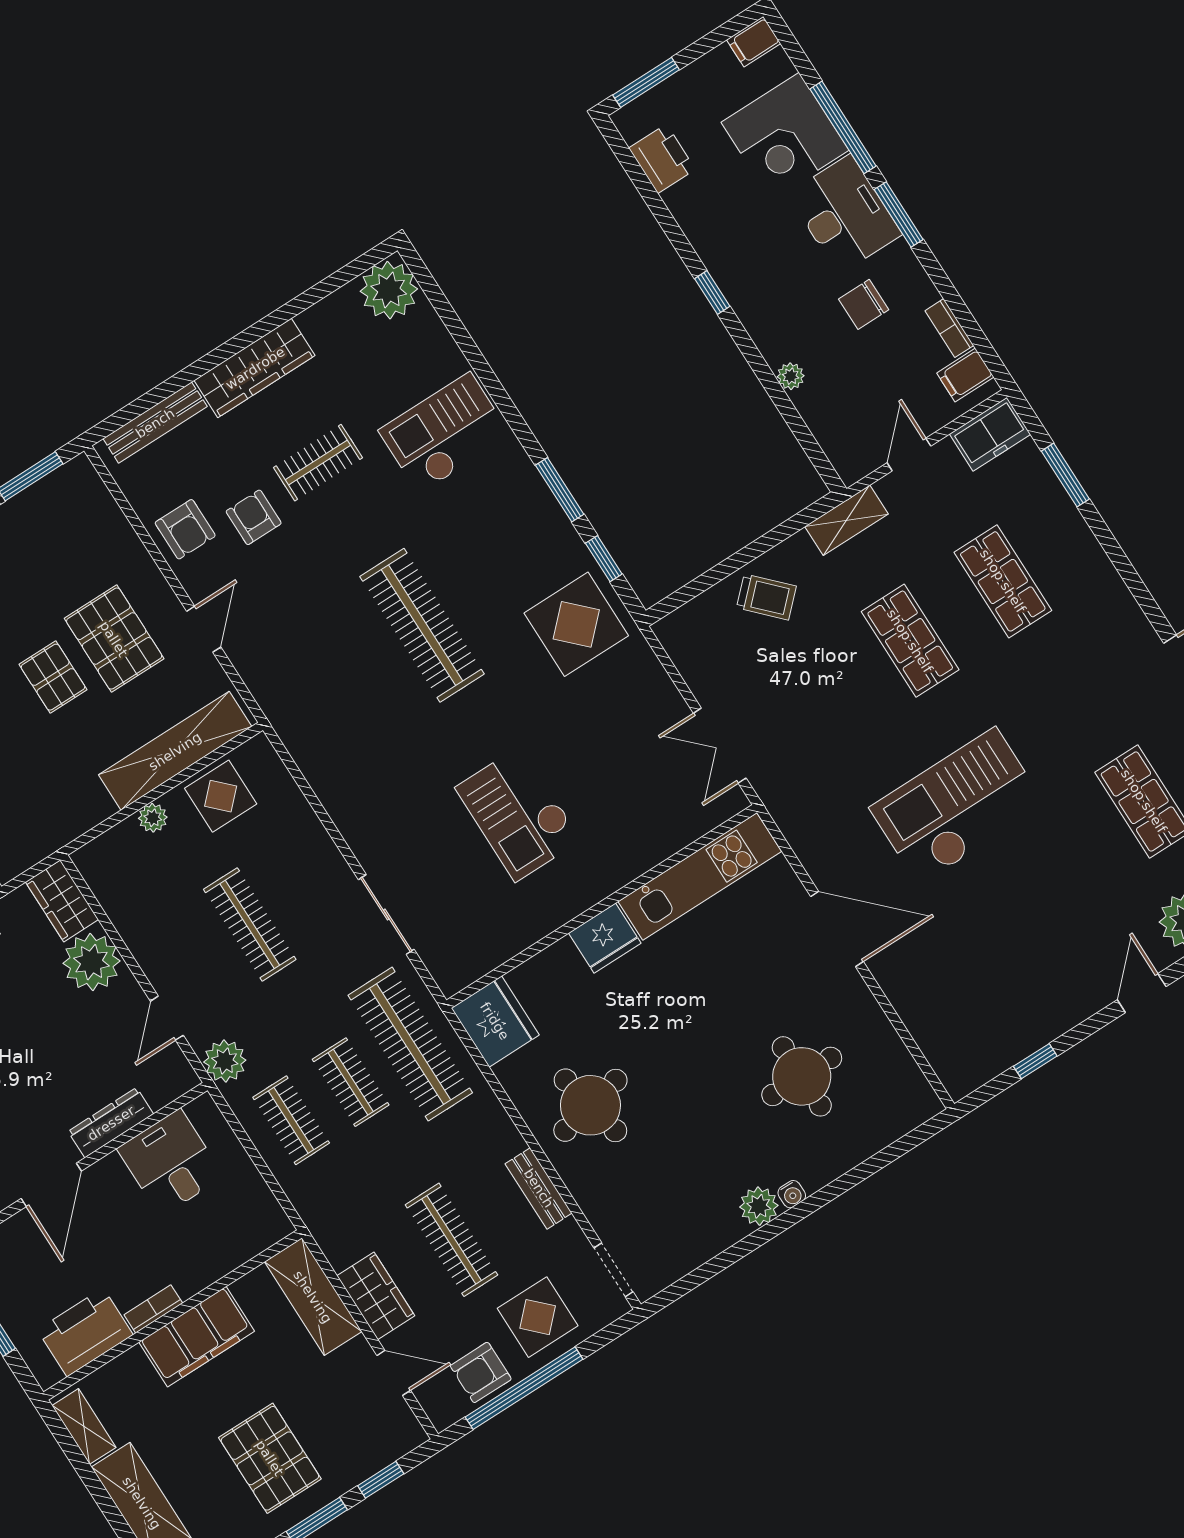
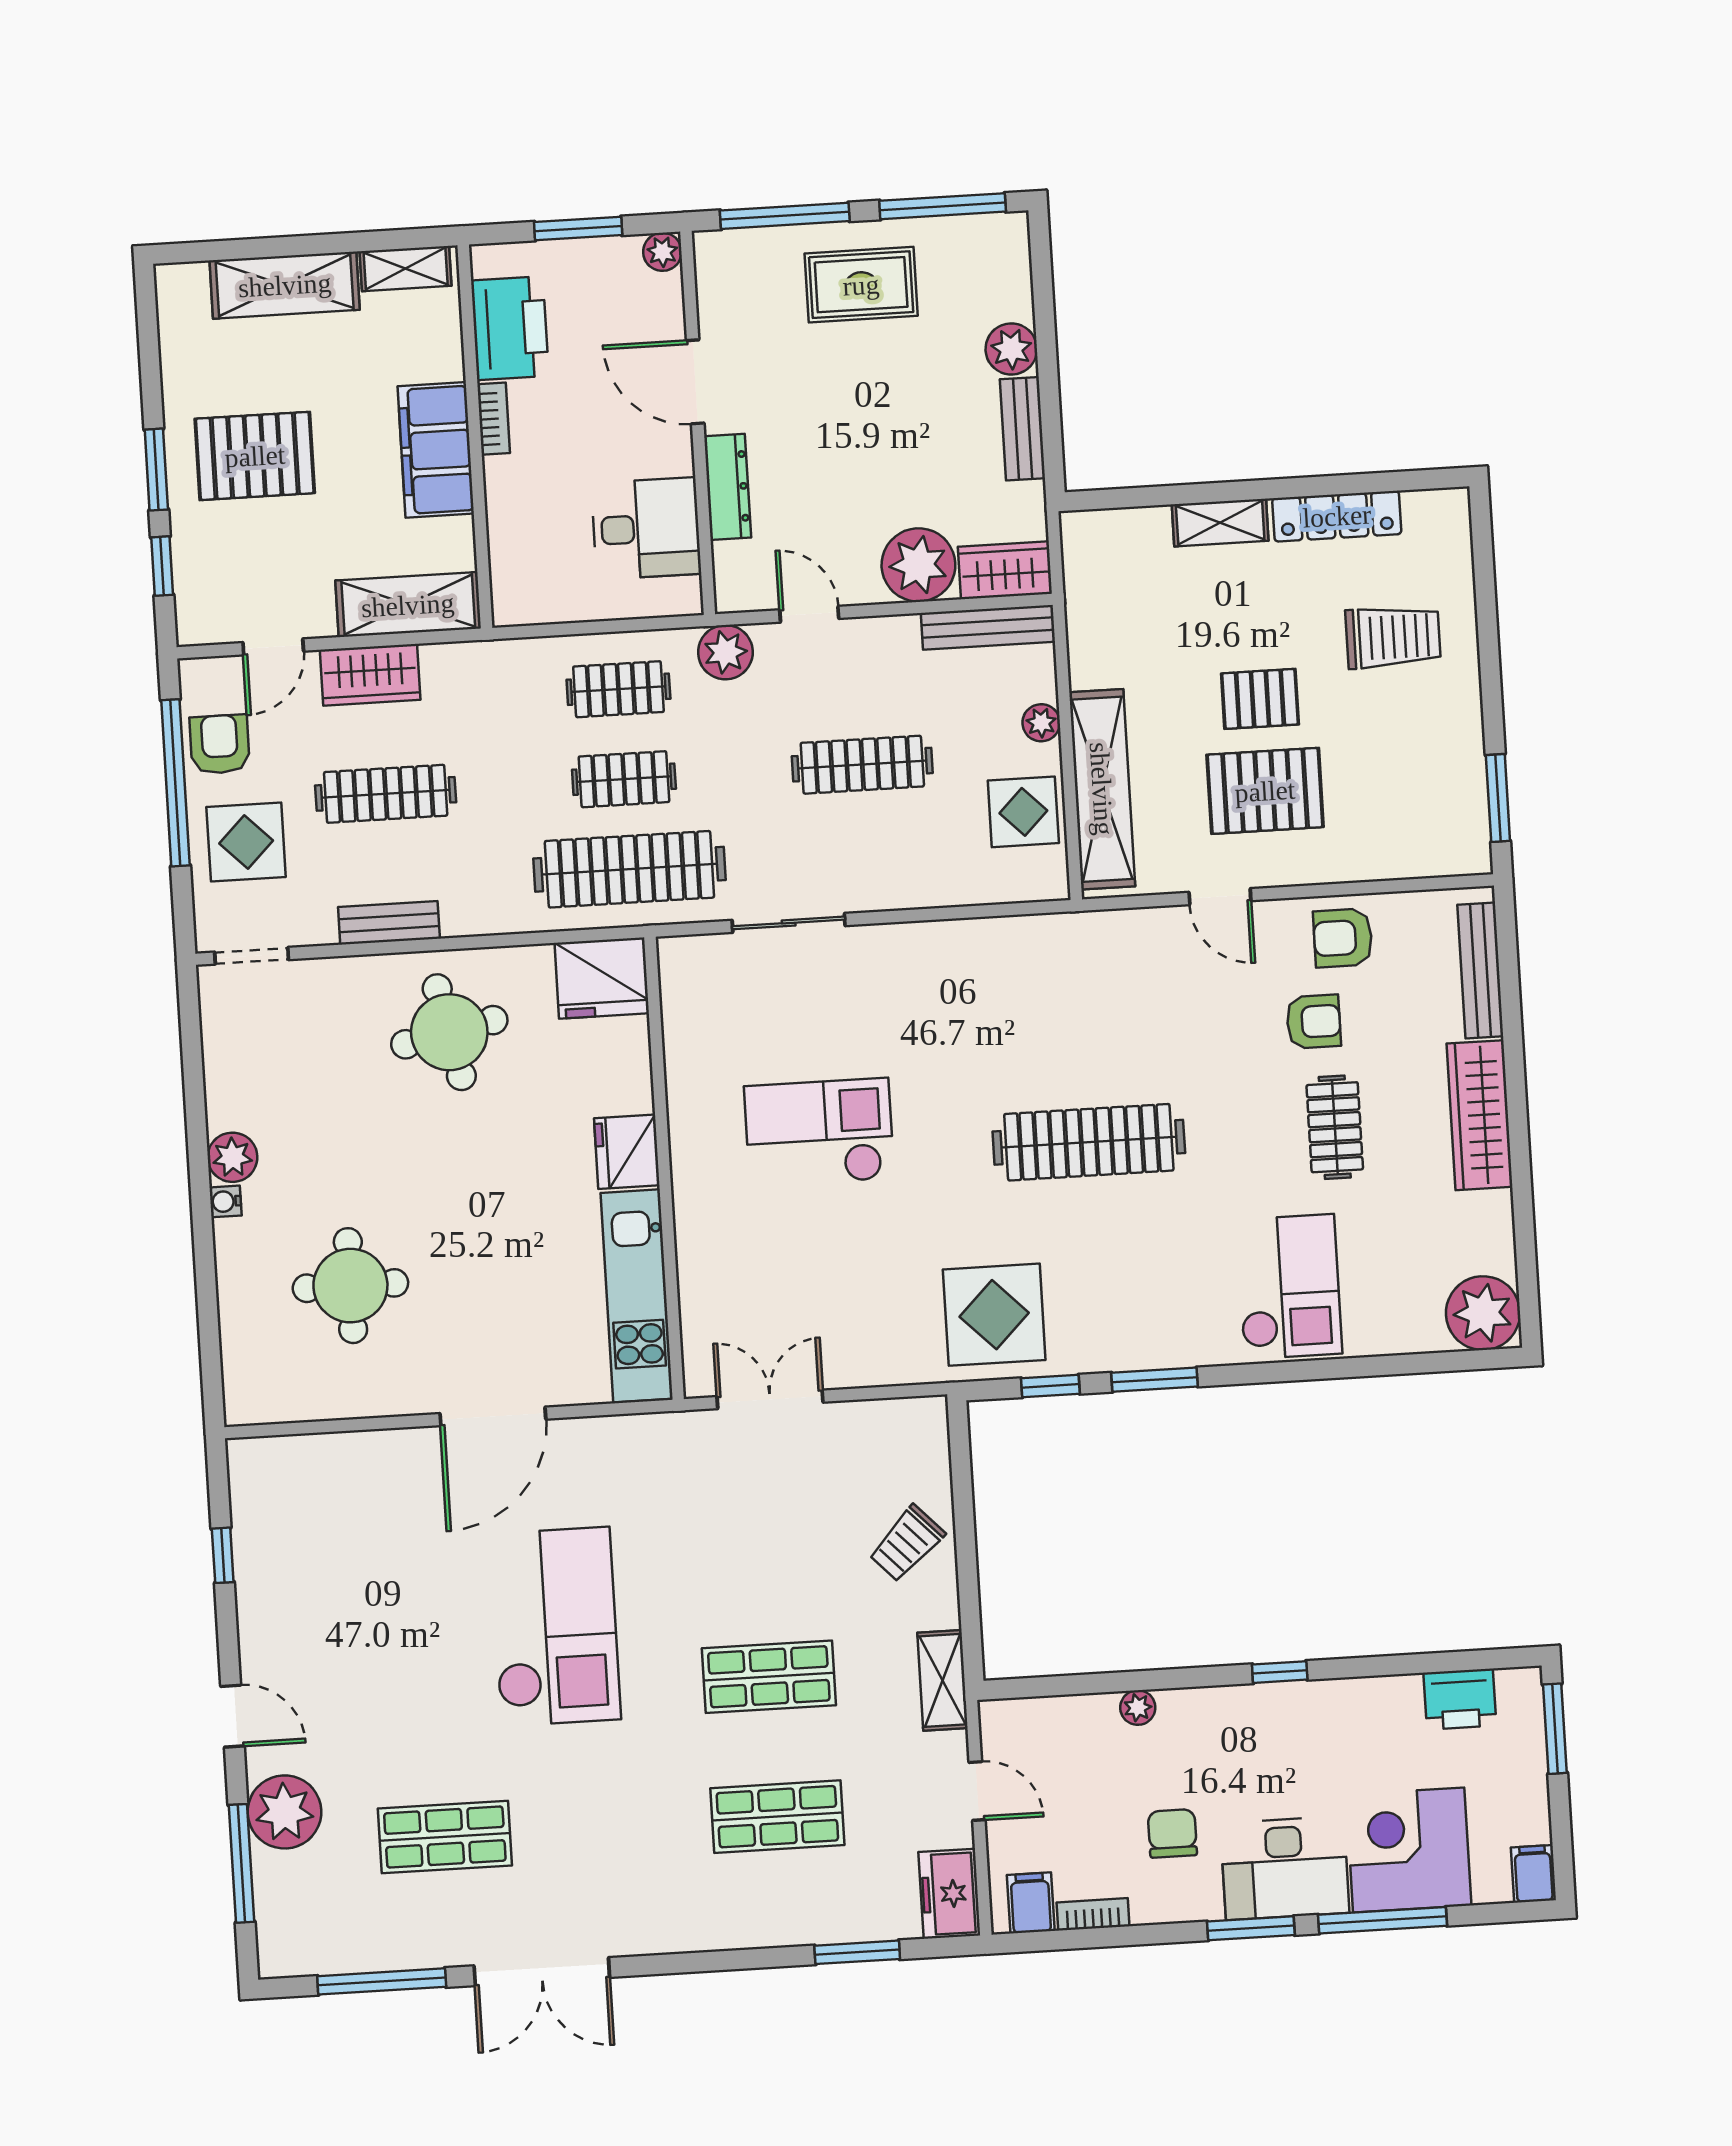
bench: (108, 891) -> (988, 627), added

